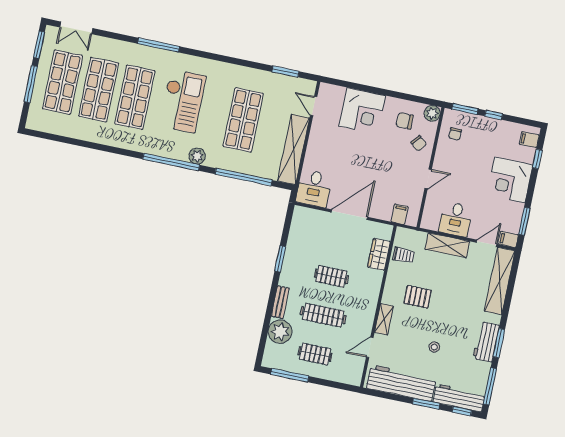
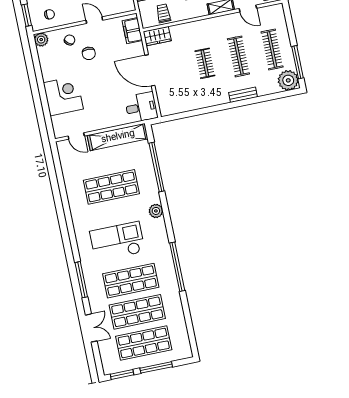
double door: (76, 28) -> (91, 328), moved
window: (285, 72) -> (59, 170), removed
door: (314, 106) -> (76, 136), hinge flipped
chair: (405, 121) -> (89, 53), moved
window: (171, 162) -> (177, 267), moved
filing cabinet: (400, 214) -> (132, 31), width x2.00
wardrobe: (379, 254) -> (157, 36), moved
window: (280, 259) -> (209, 110), removed
plant: (280, 332) -> (288, 80), moved
clothes rail: (315, 354) -> (272, 49), width x1.36

